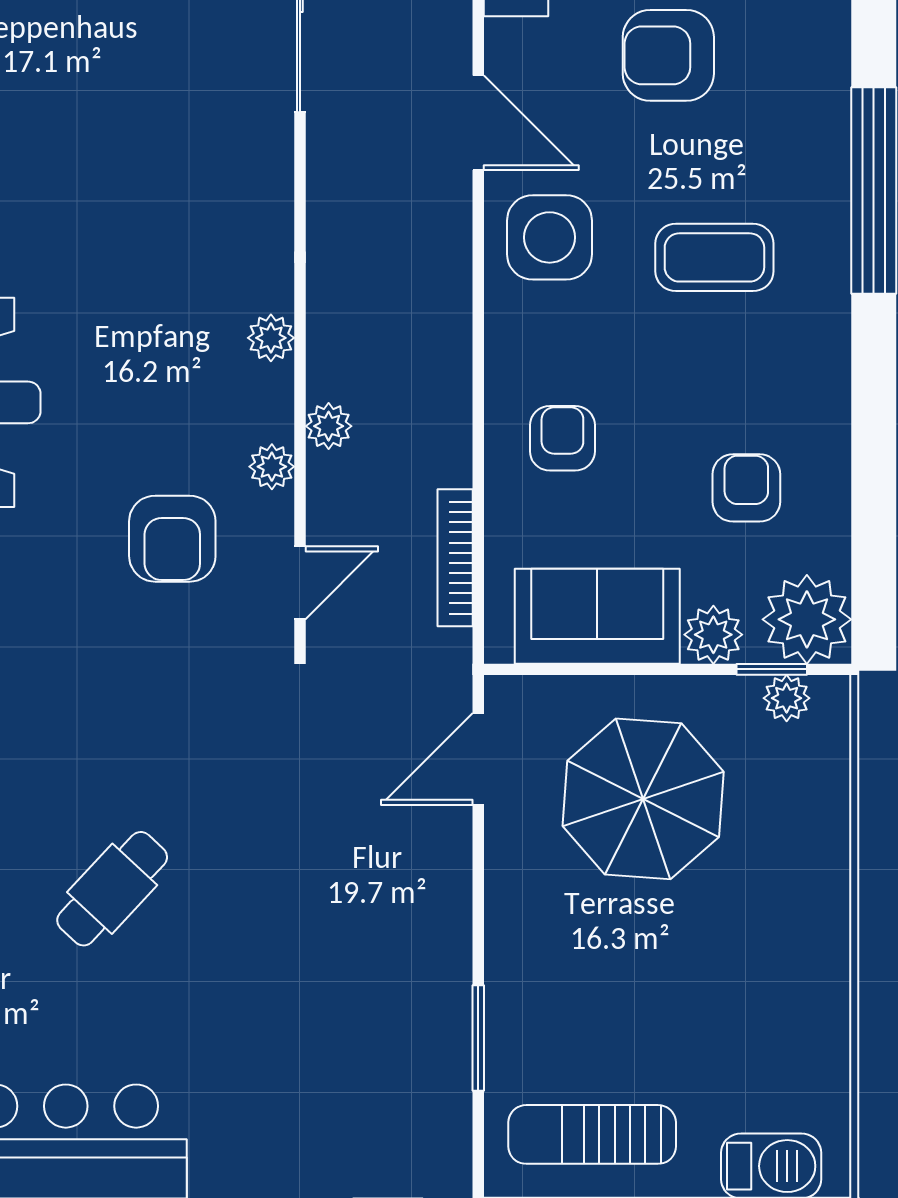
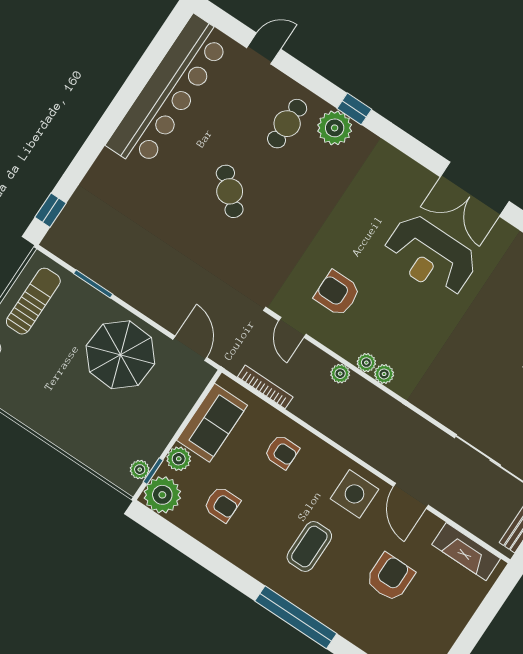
door: (478, 123) -> (411, 496), hinge flipped
plant: (272, 467) -> (366, 363), moved
parasol: (643, 799) -> (120, 355), moved

